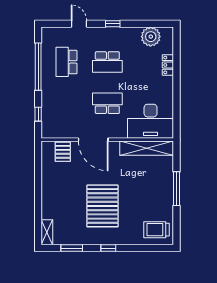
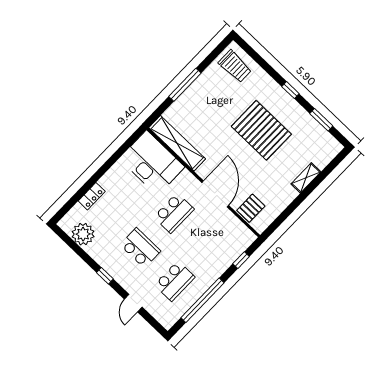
school desk: (107, 103) -> (174, 213), turned -90
pallet: (102, 206) -> (261, 130), turned 90
shelving: (47, 232) -> (306, 178), moved

